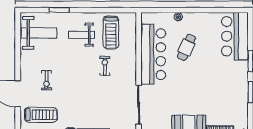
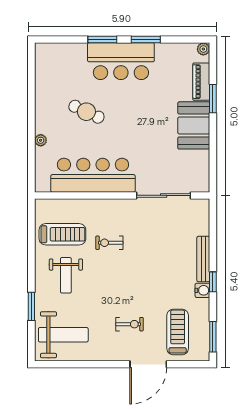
weight bench: (39, 33) -> (63, 335), turned 90
bar counter: (235, 36) -> (121, 61), moved
cafe table: (186, 47) -> (86, 112), moved

